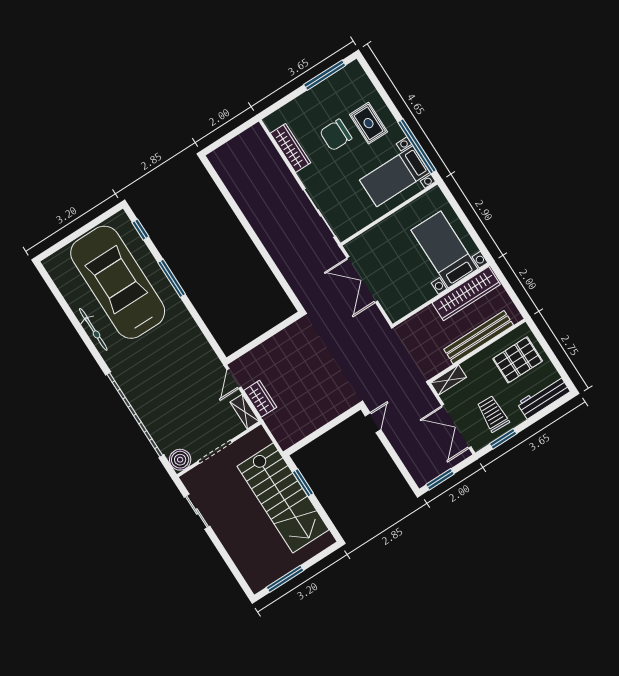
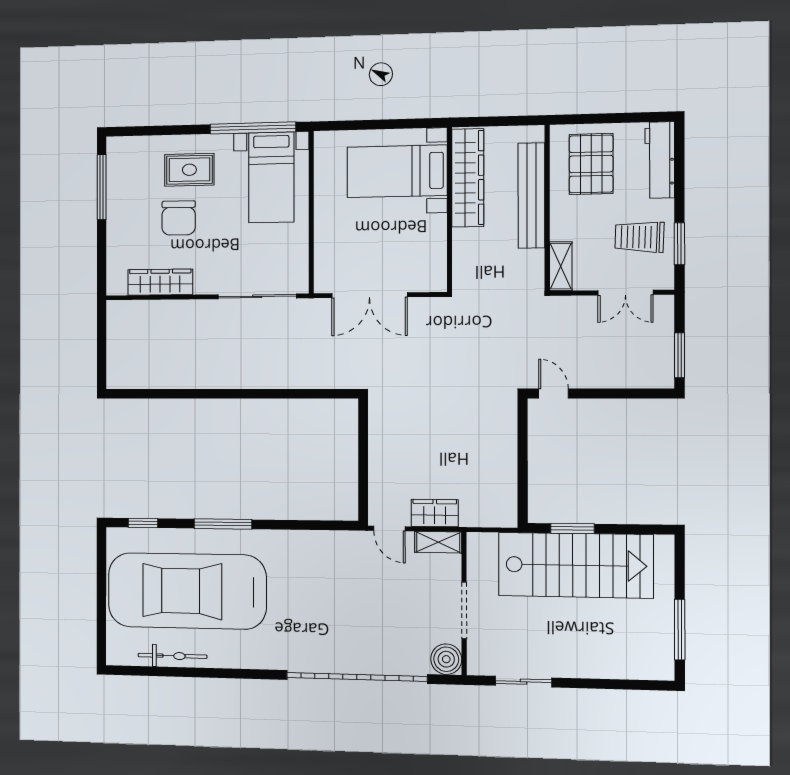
bicycle: (93, 329) -> (172, 656), moved
double door: (456, 426) -> (625, 293), width x0.73

